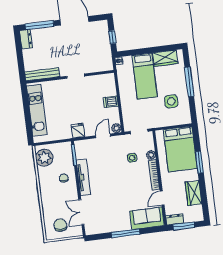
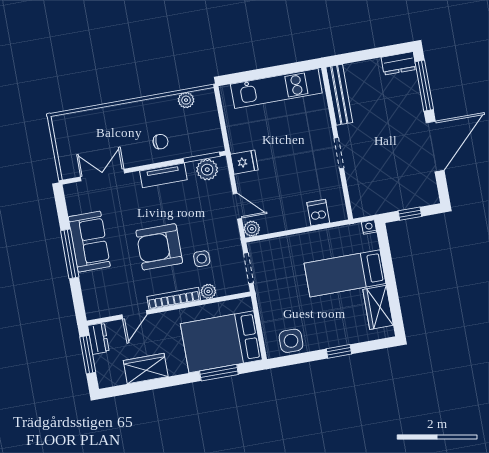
window: (189, 82) -> (339, 351), width x0.46
side table: (171, 101) -> (291, 341), moved
dishwasher: (111, 102) -> (318, 213), moved
plant: (81, 152) -> (207, 170), added
plant: (44, 158) -> (186, 100), width x0.53, depth x0.53
window: (199, 162) -> (219, 373), moved
tv unit: (83, 177) -> (163, 175), width x0.71
armchair: (124, 182) -> (159, 247), added
door: (162, 198) -> (134, 315), swing flipped
sofa: (147, 218) -> (89, 242), moved
chair: (60, 225) -> (78, 140), removed

